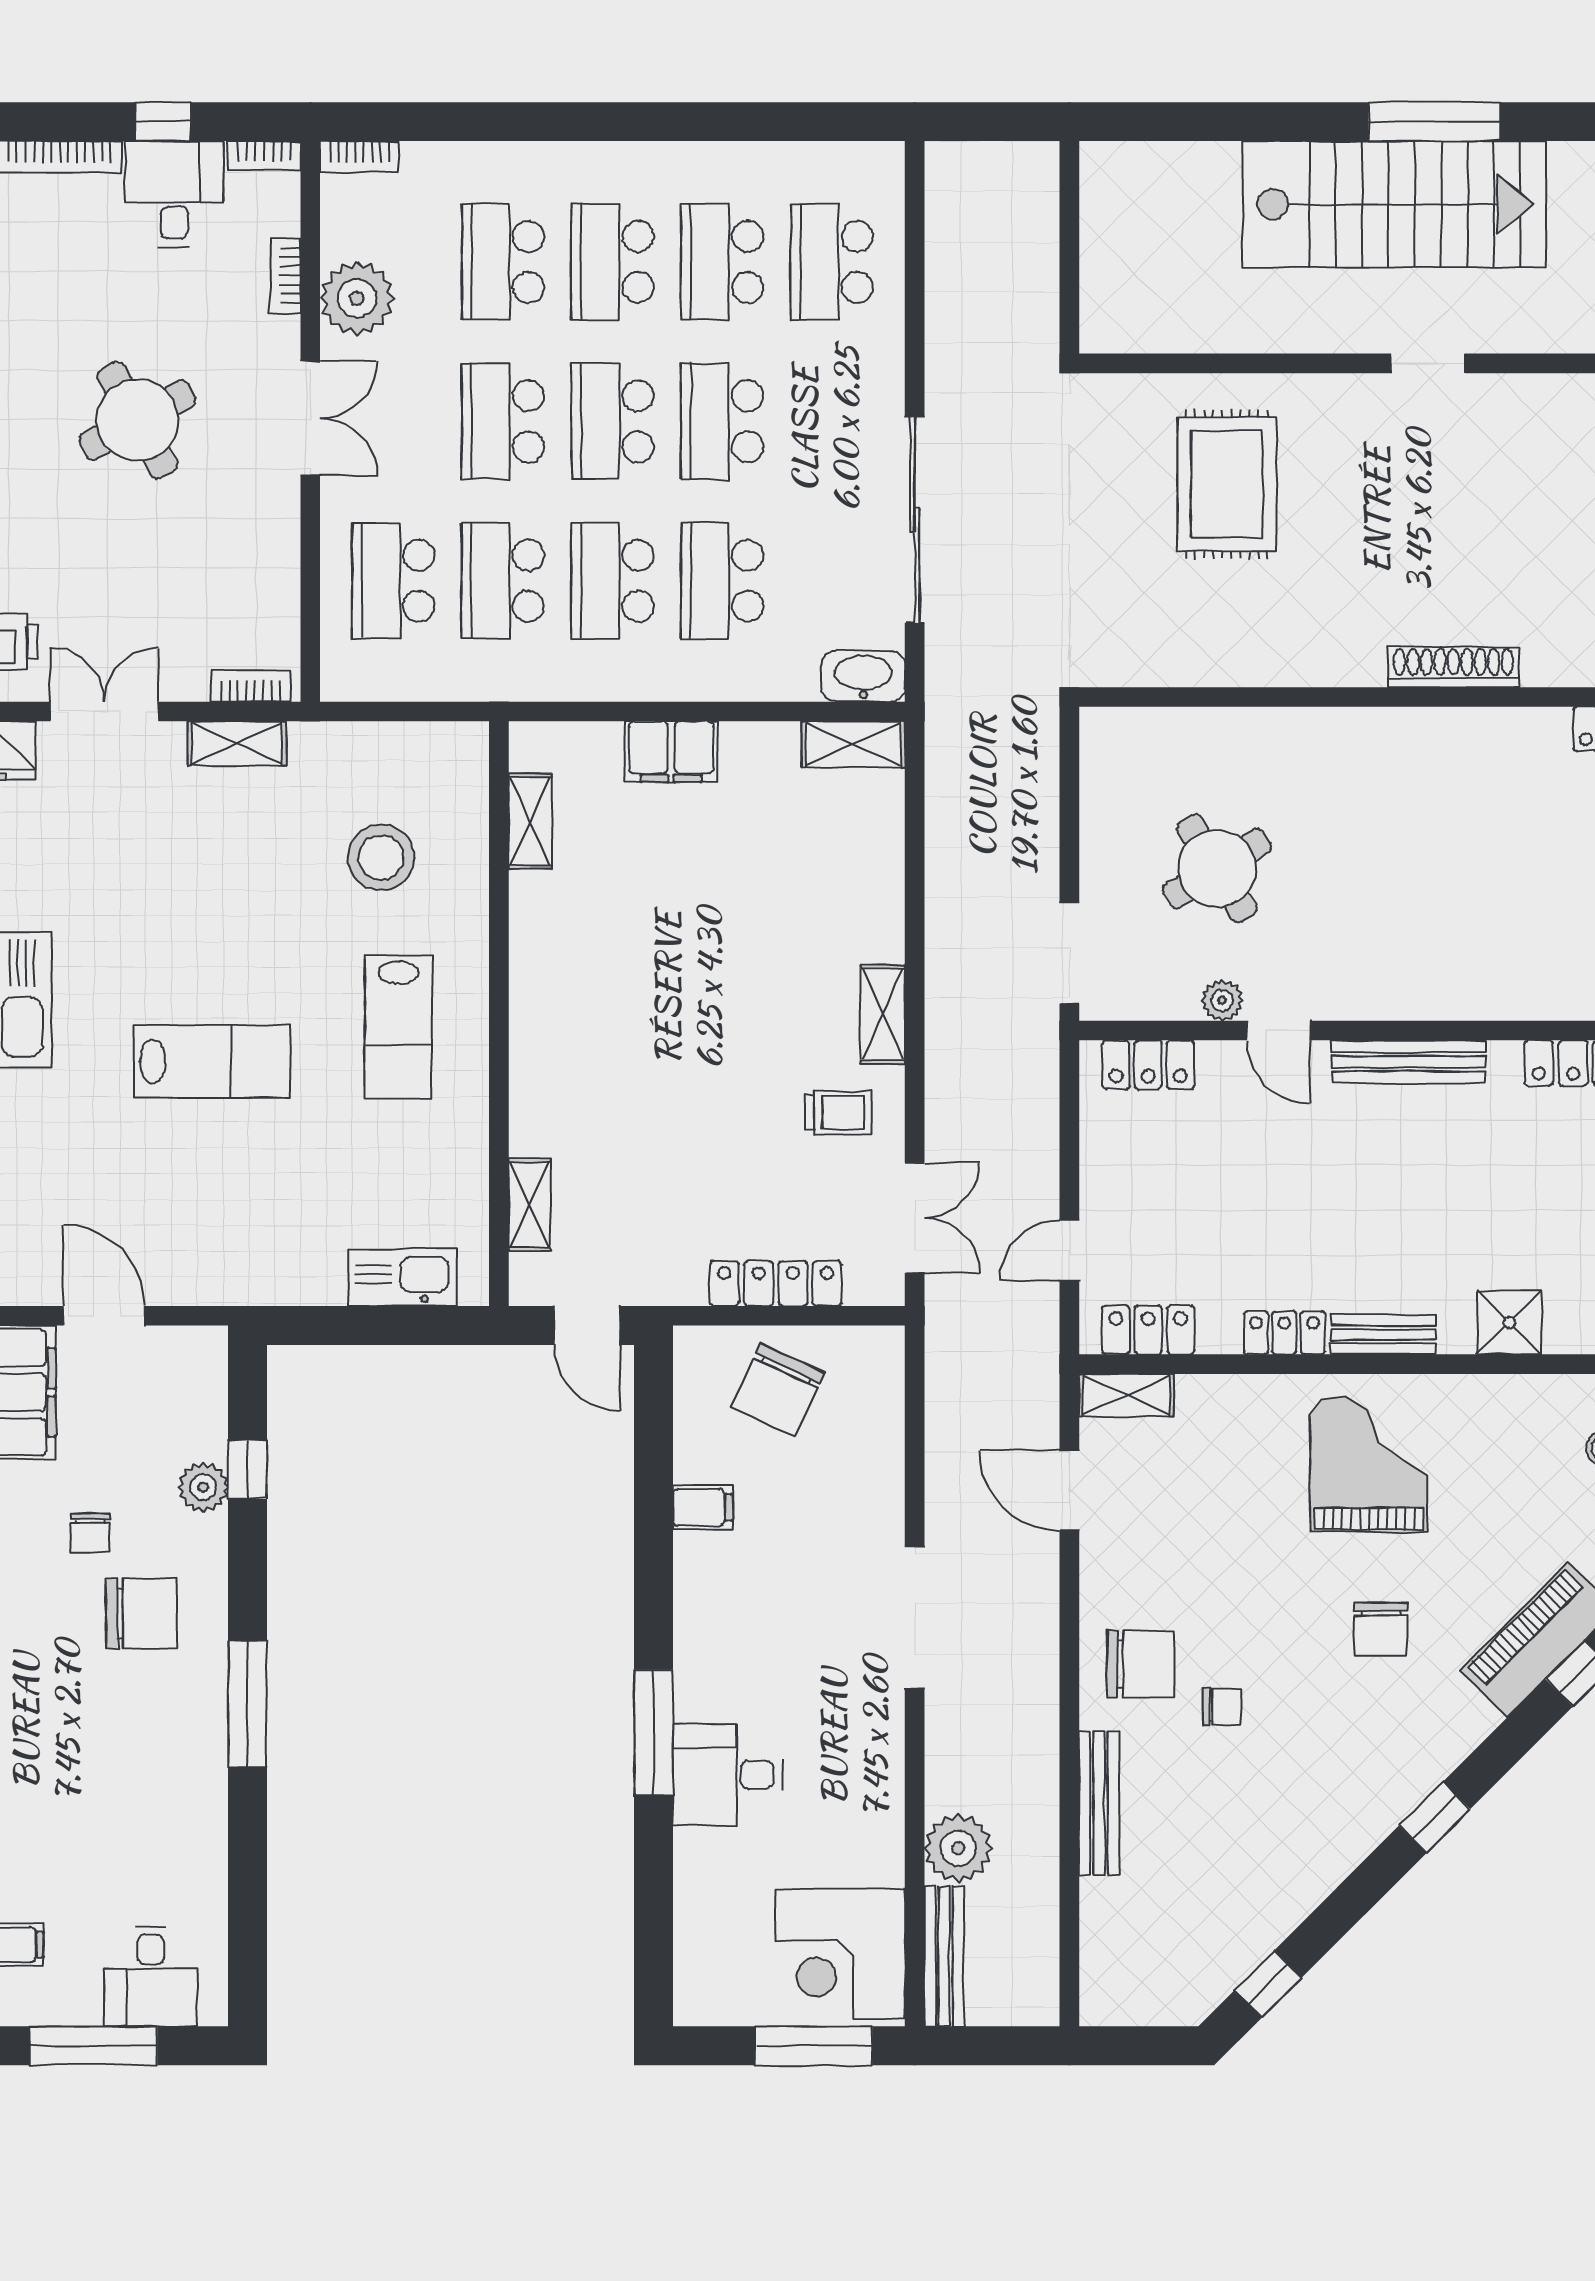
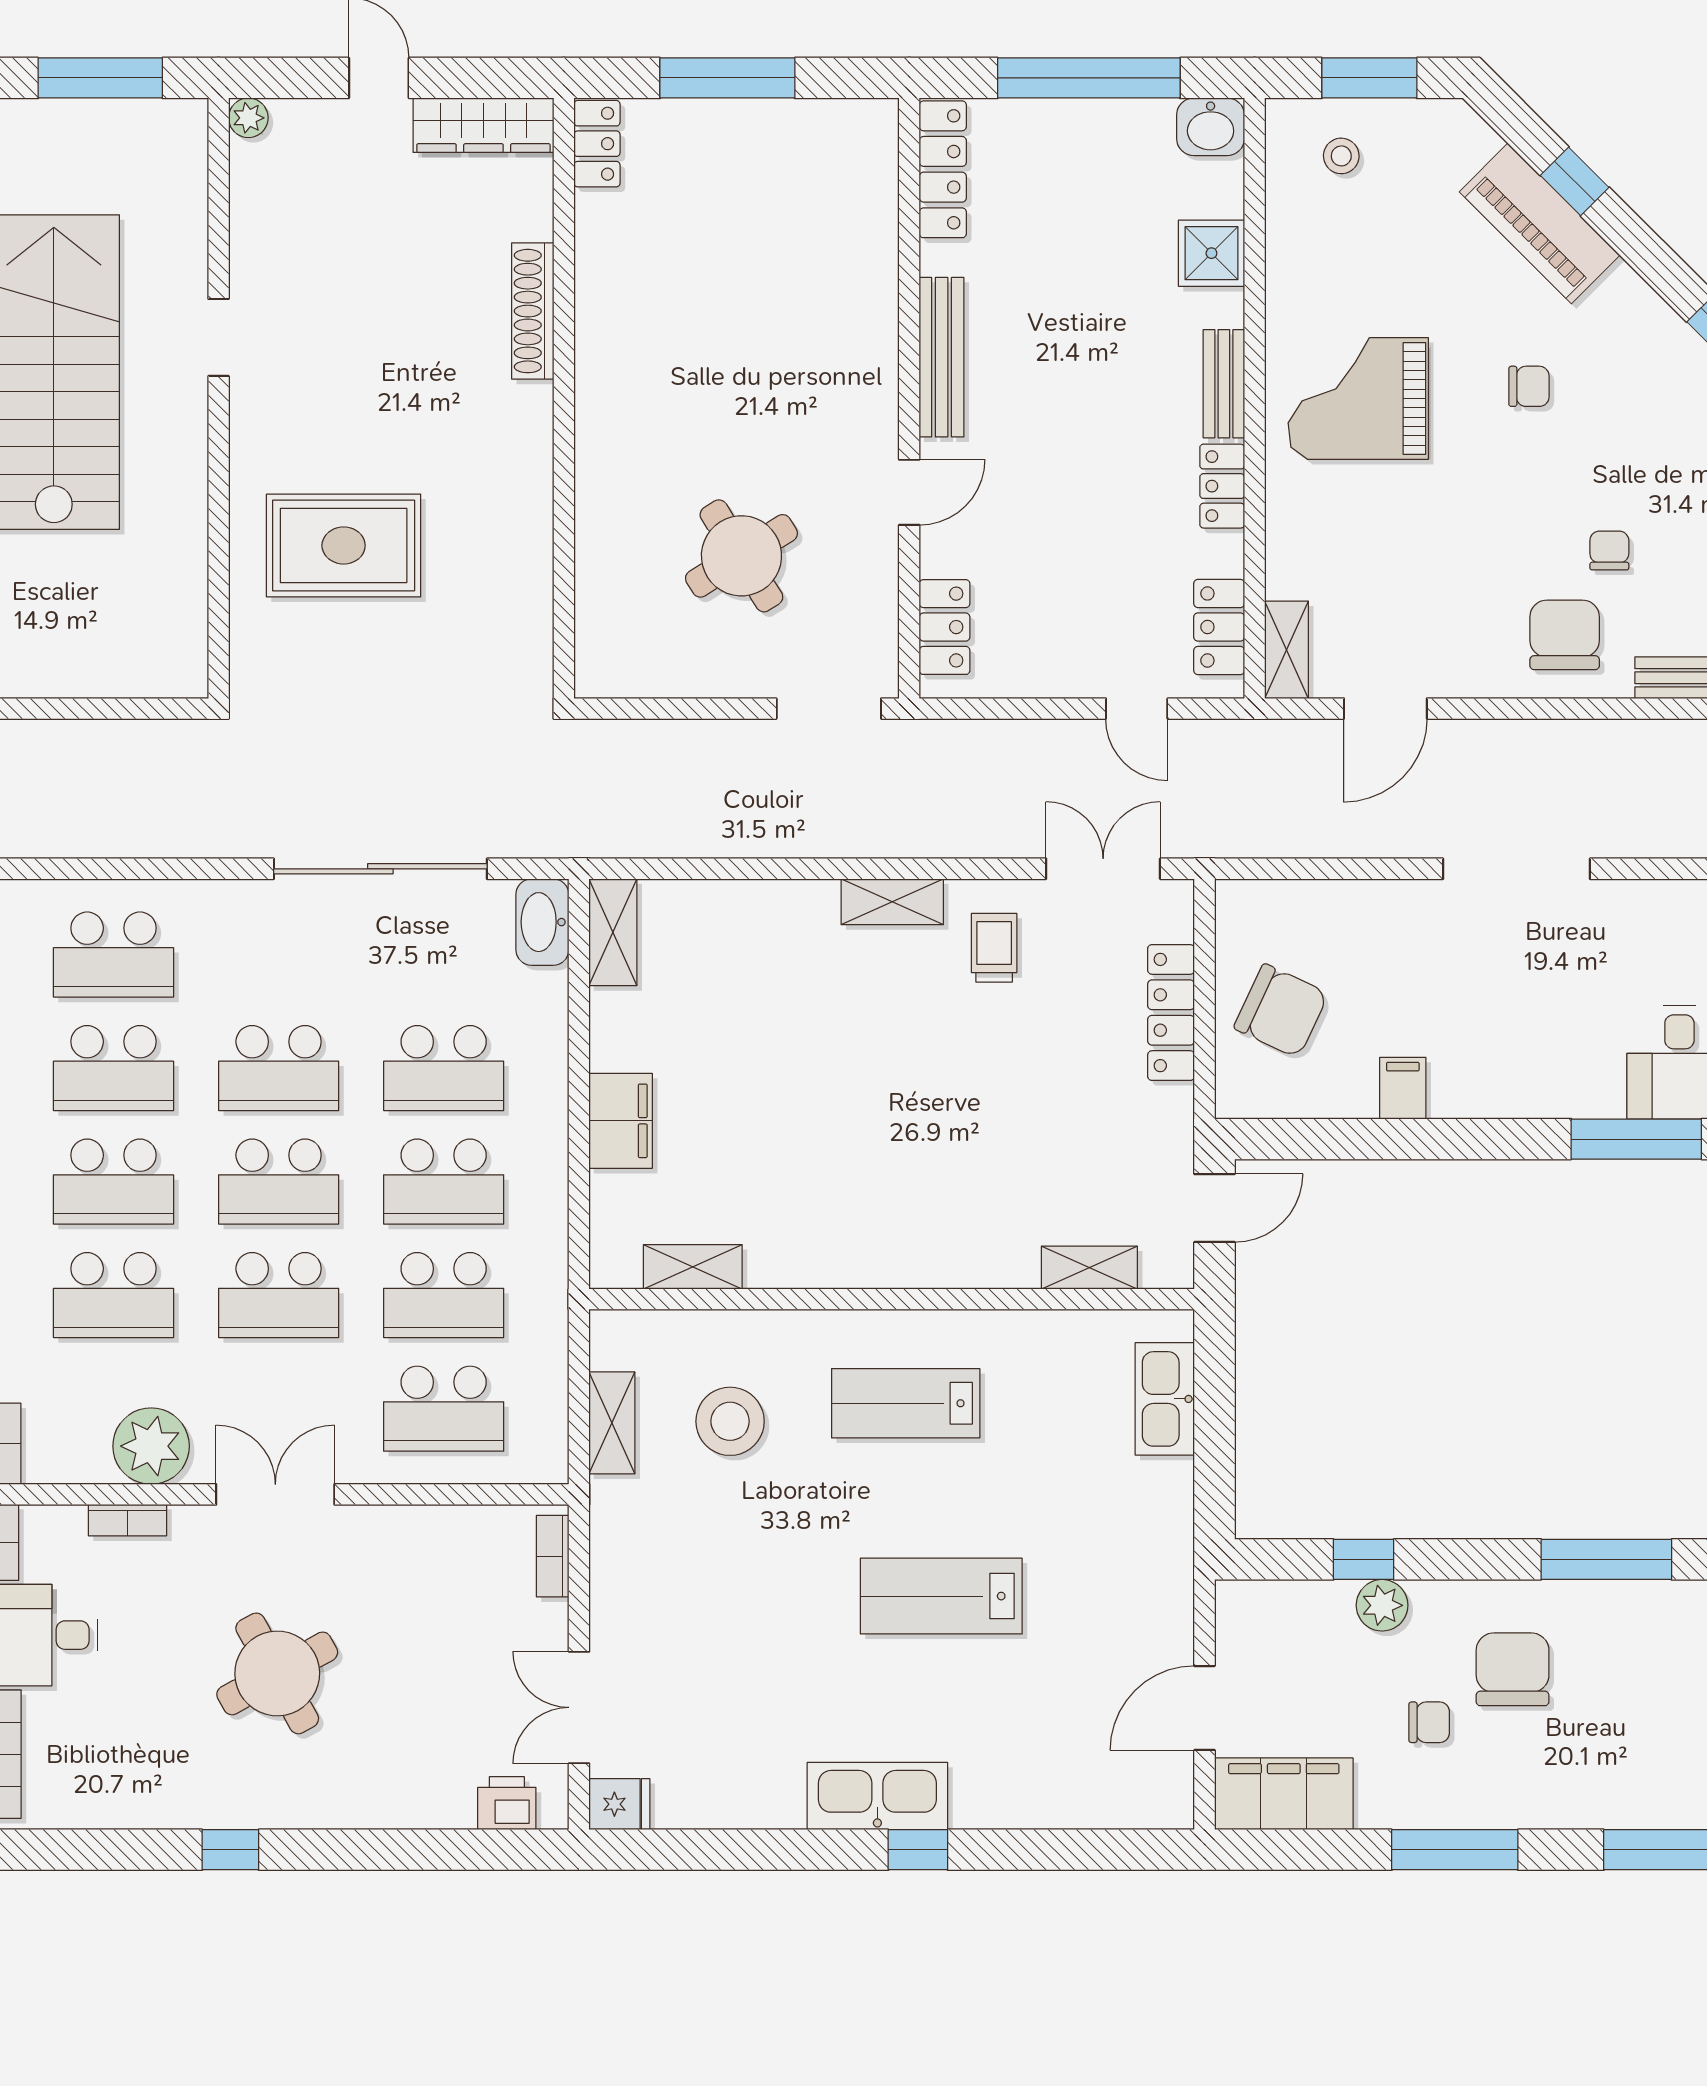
shelving: (237, 743) -> (612, 1423), moved
plant: (1222, 1000) -> (878, 550), removed
lab bench: (398, 1027) -> (906, 1403), turned 180
lab bench: (212, 1062) -> (941, 1596), turned -90
chair: (1381, 1629) -> (1529, 386), width x0.73, depth x0.73

